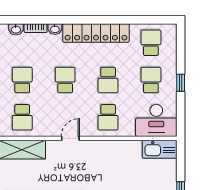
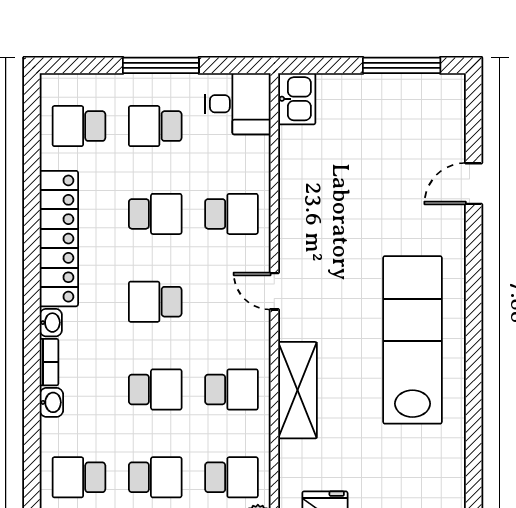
school desk: (22, 80) -> (155, 389), turned 180
window: (181, 83) -> (161, 65), width x2.17
desk: (156, 120) -> (238, 104), width x0.73
kitchen sink: (160, 149) -> (297, 99), width x0.73

